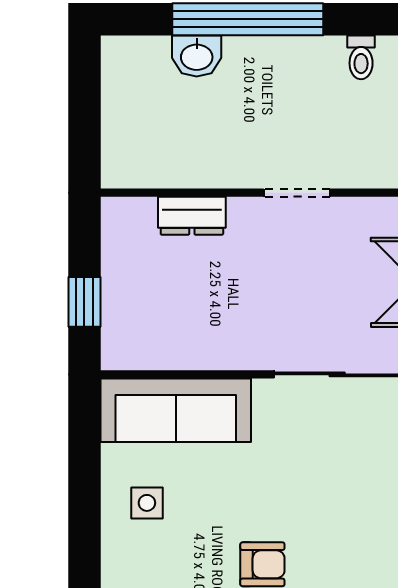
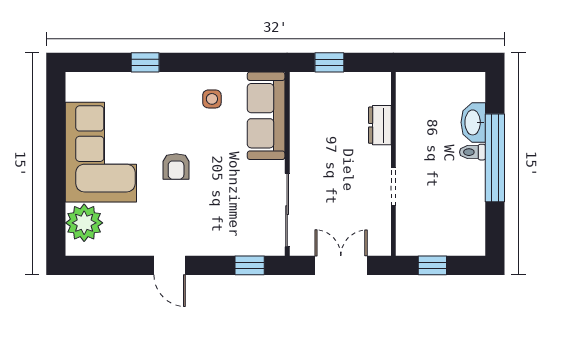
washbasin: (197, 56) -> (473, 122), width x1.38
toilet: (361, 57) -> (473, 152), moved

